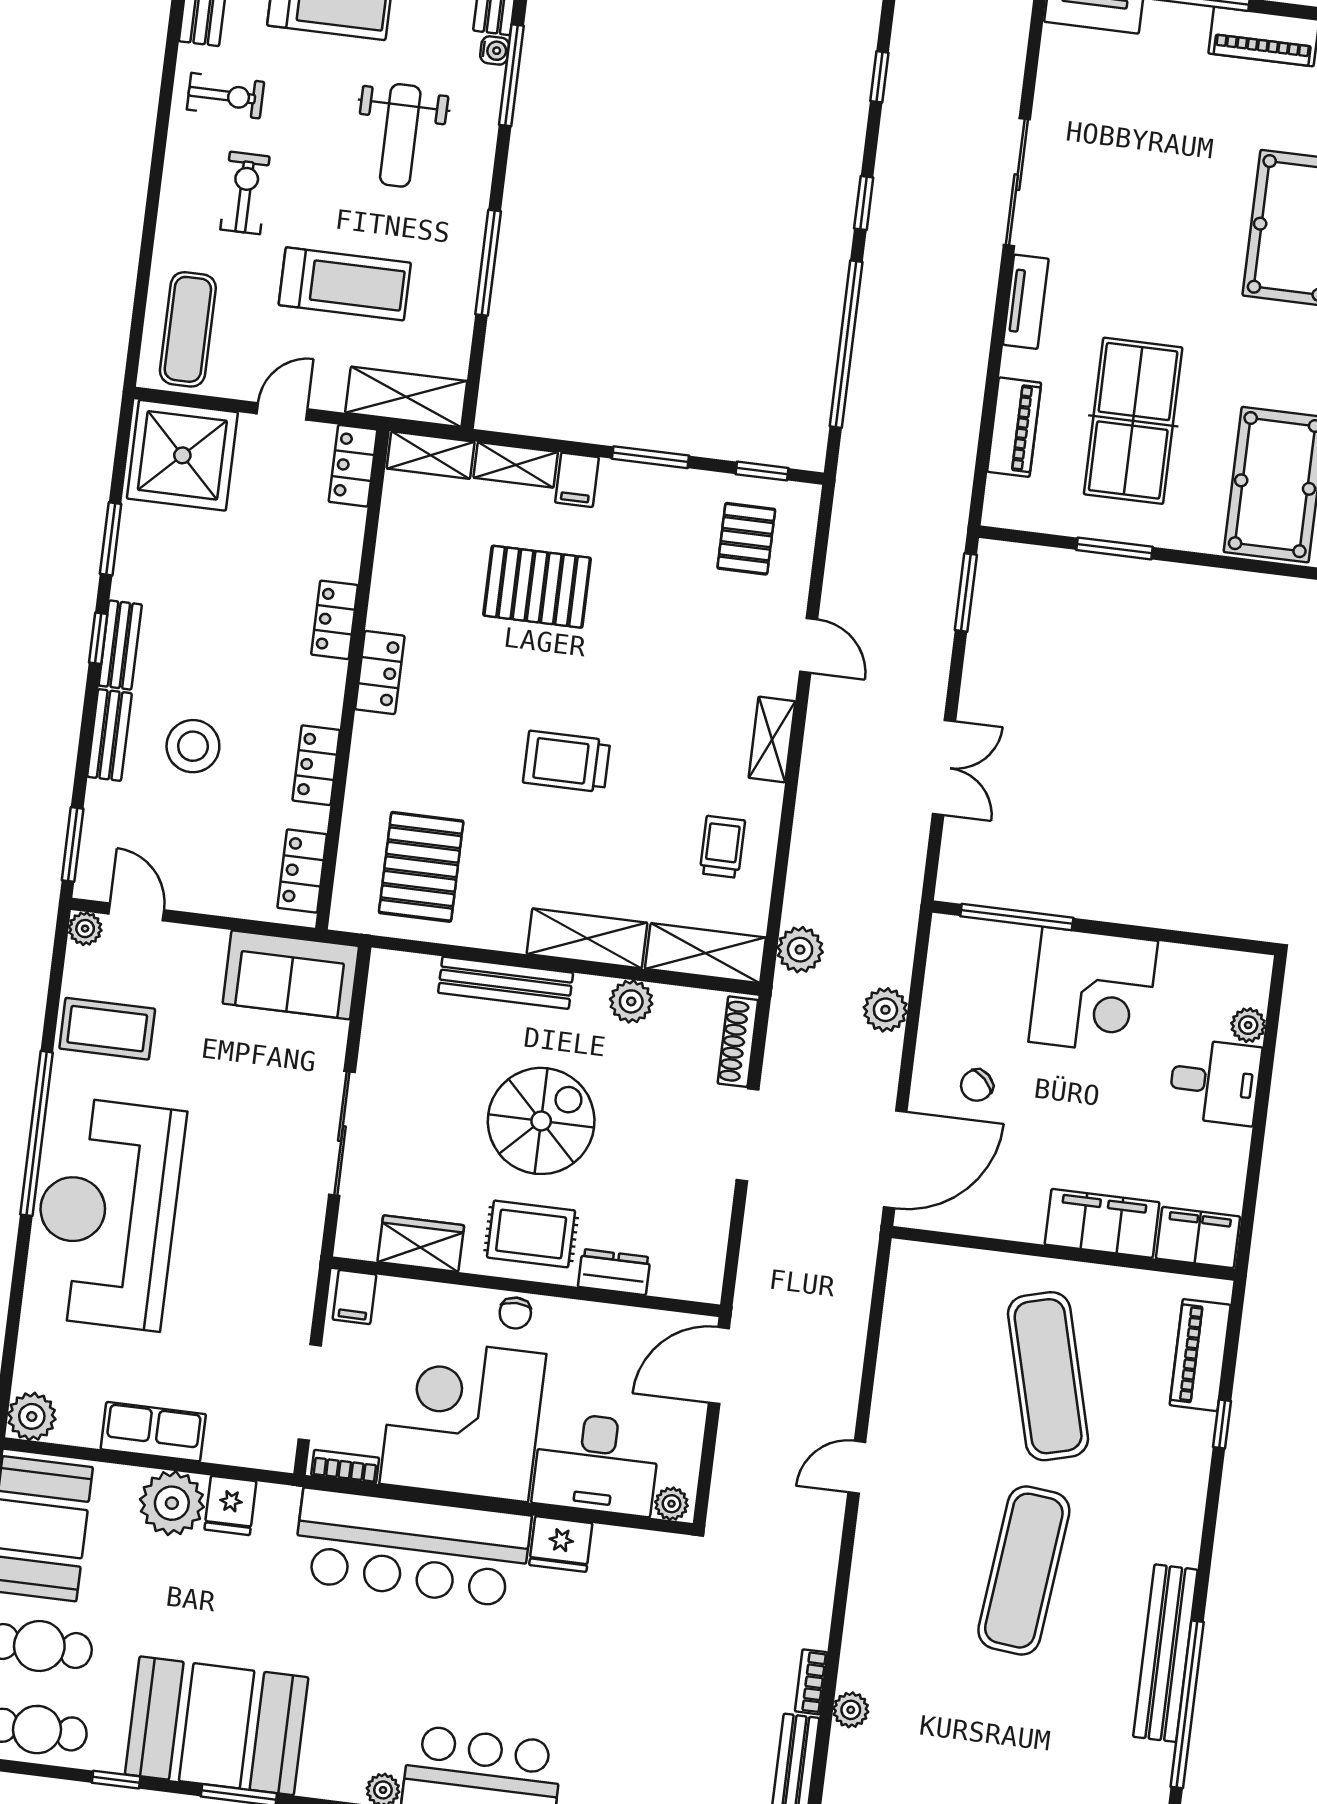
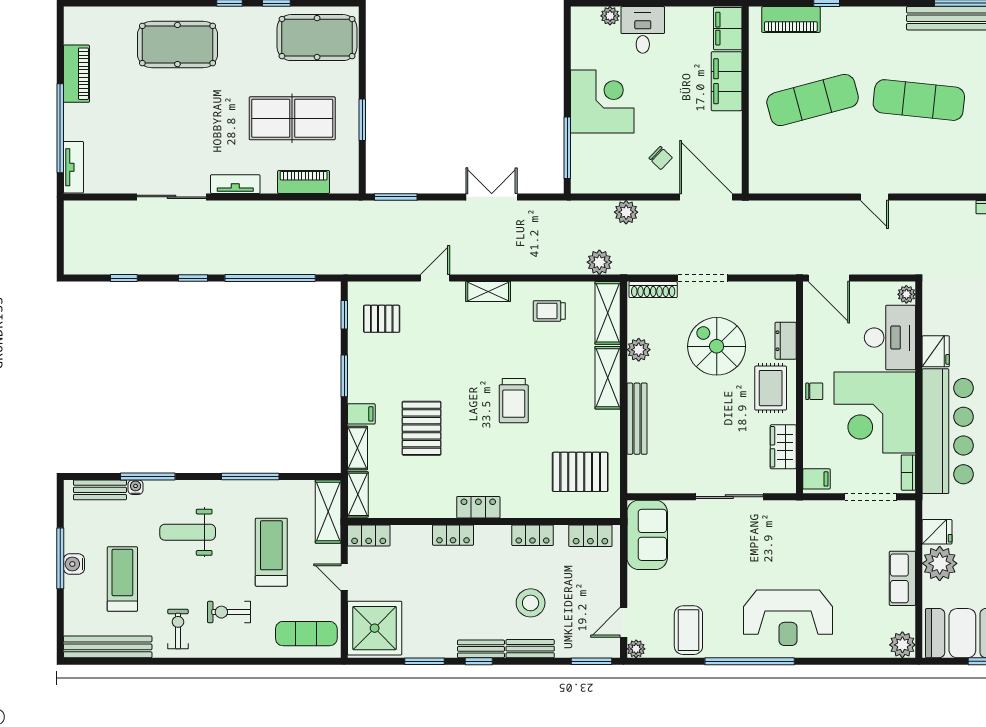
weight bench: (400, 135) -> (188, 532), turned 180
spiral stairs: (541, 1121) -> (717, 346), moved
reception desk: (107, 1213) -> (788, 618), width x0.74, depth x0.77

